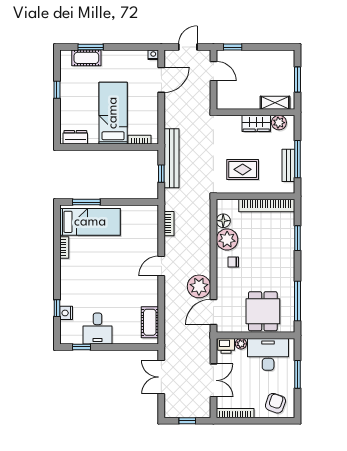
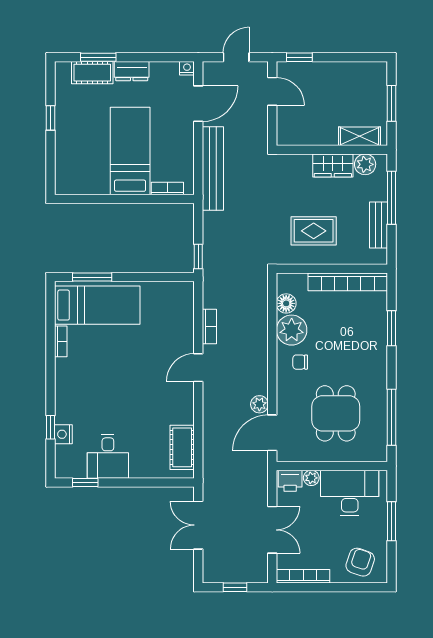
dresser: (75, 137) -> (132, 71), moved, turned 180
bench: (172, 158) -> (213, 168), moved
window: (297, 159) -> (391, 198), moved
window: (161, 174) -> (198, 256), moved
bookcase: (169, 224) -> (209, 327), moved
plant: (199, 286) -> (259, 404), width x0.53, depth x0.53
dining table: (263, 311) -> (336, 413), moved

